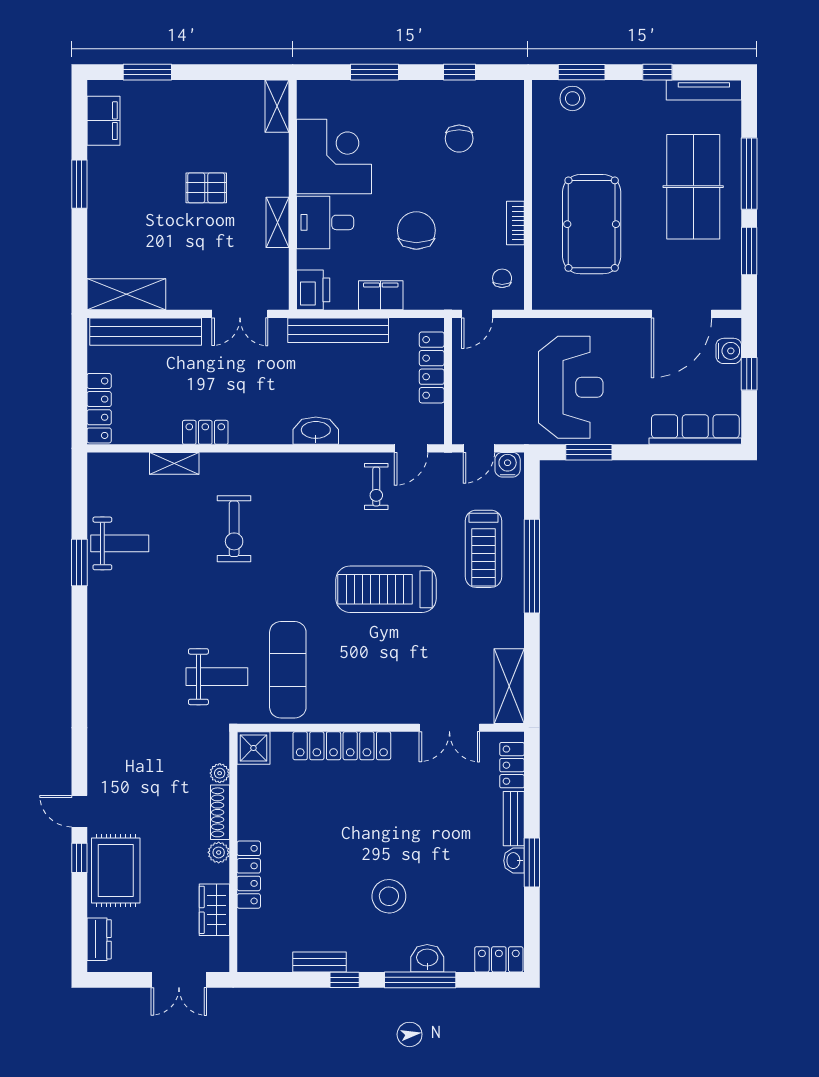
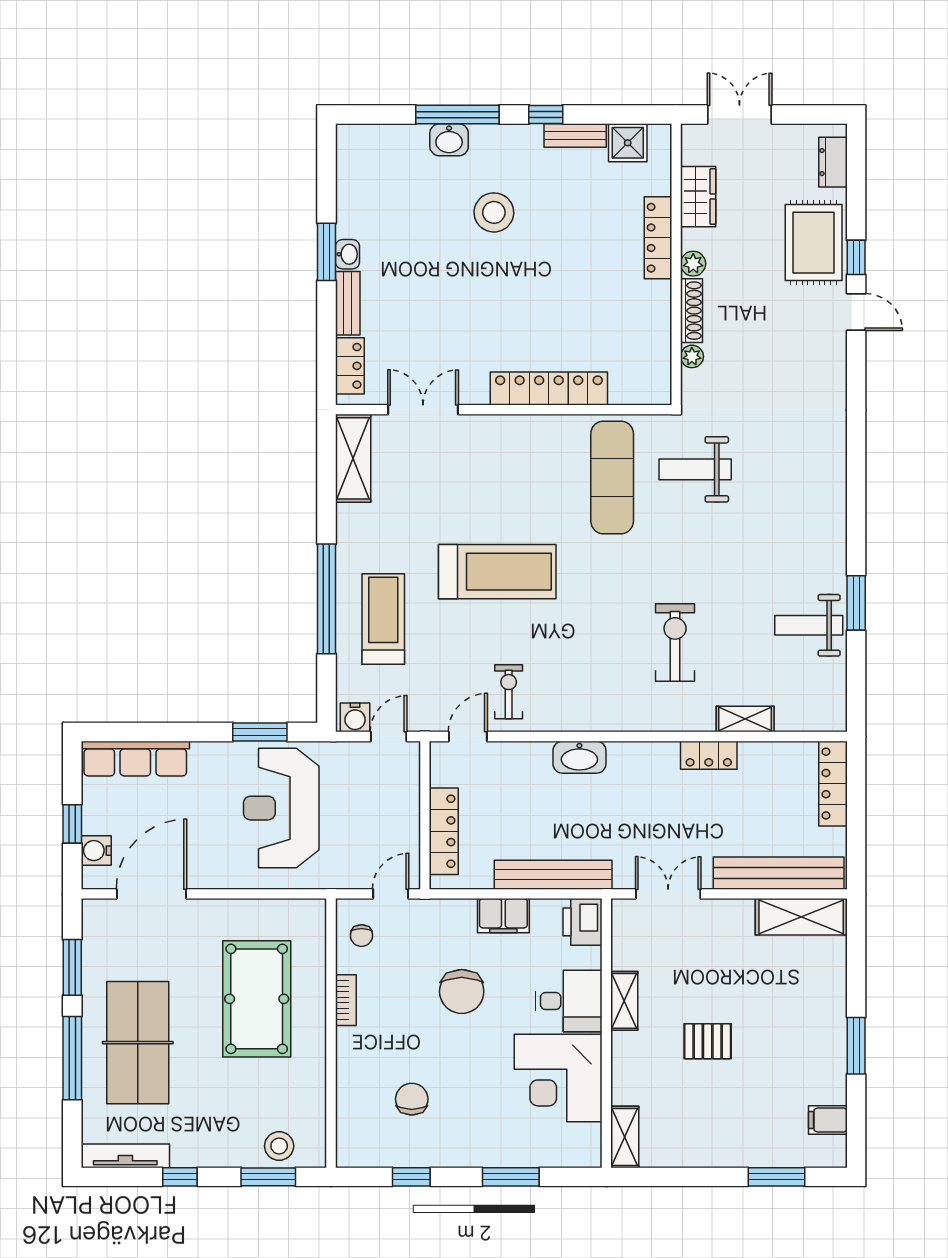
filing cabinet: (103, 121) -> (828, 1120), width x0.50
shower: (253, 748) -> (628, 143), moved
locker: (499, 959) -> (365, 139), removed

